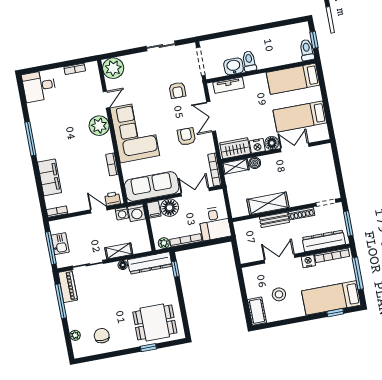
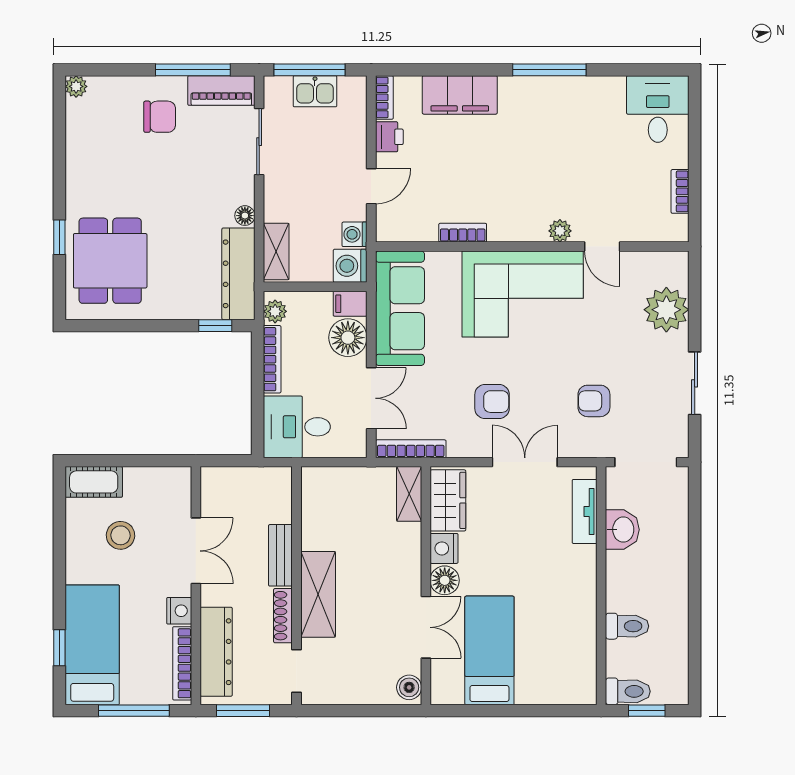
toilet: (249, 61) -> (627, 626), moved
plant: (113, 68) -> (666, 310), moved
bed: (293, 79) -> (572, 651), removed
plant: (99, 126) -> (560, 231), width x0.53, depth x0.53
boiler: (255, 163) -> (409, 687), moved
printer: (112, 199) -> (389, 137), moved
shelving: (268, 203) -> (318, 594), moved
shelving: (119, 251) -> (276, 252), moved
plant: (75, 335) -> (76, 86), moved
chair: (102, 336) -> (160, 117), moved

